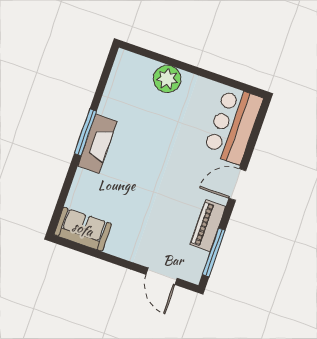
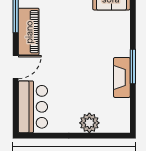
fireplace: (97, 144) -> (122, 77), moved
piano: (208, 226) -> (29, 32), width x1.37, depth x1.33

